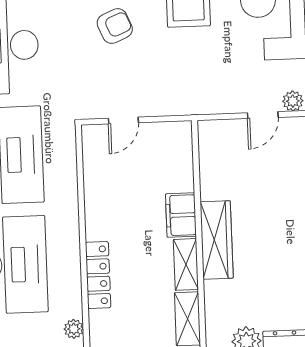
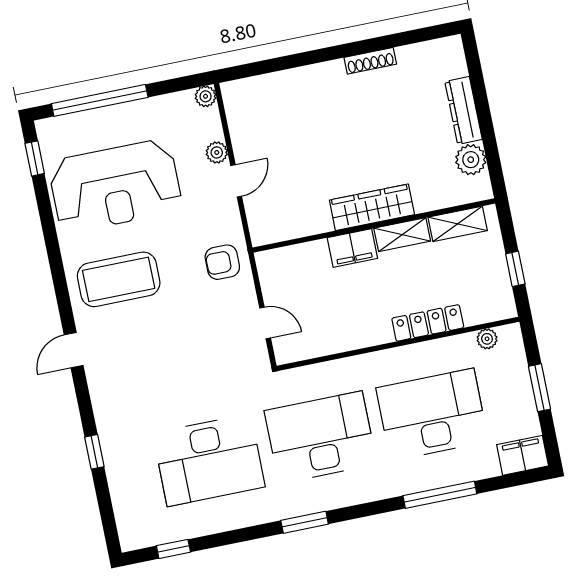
armchair: (115, 26) -> (222, 262), moved, turned -67
door: (263, 115) -> (236, 181), hinge flipped

